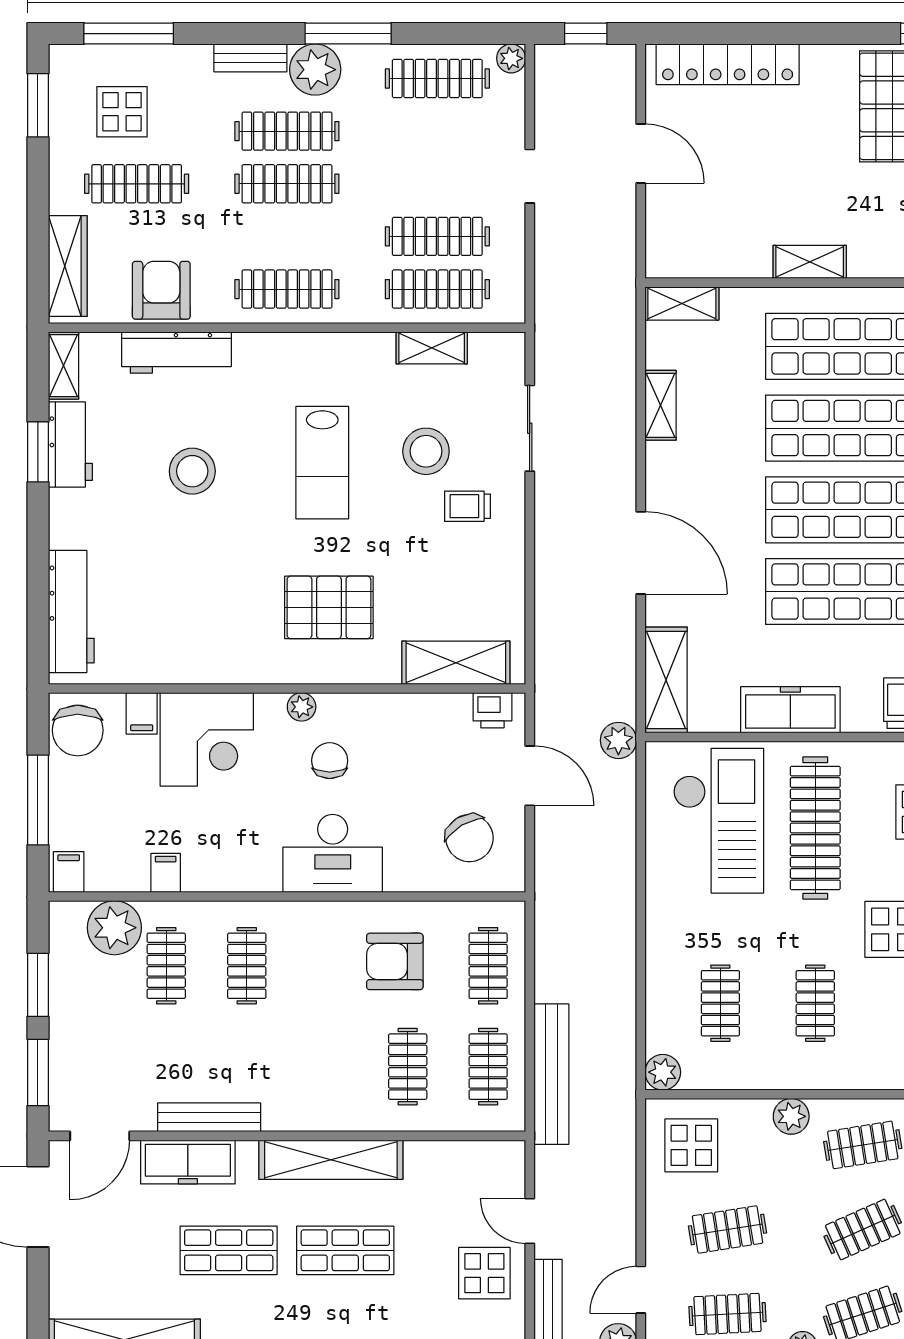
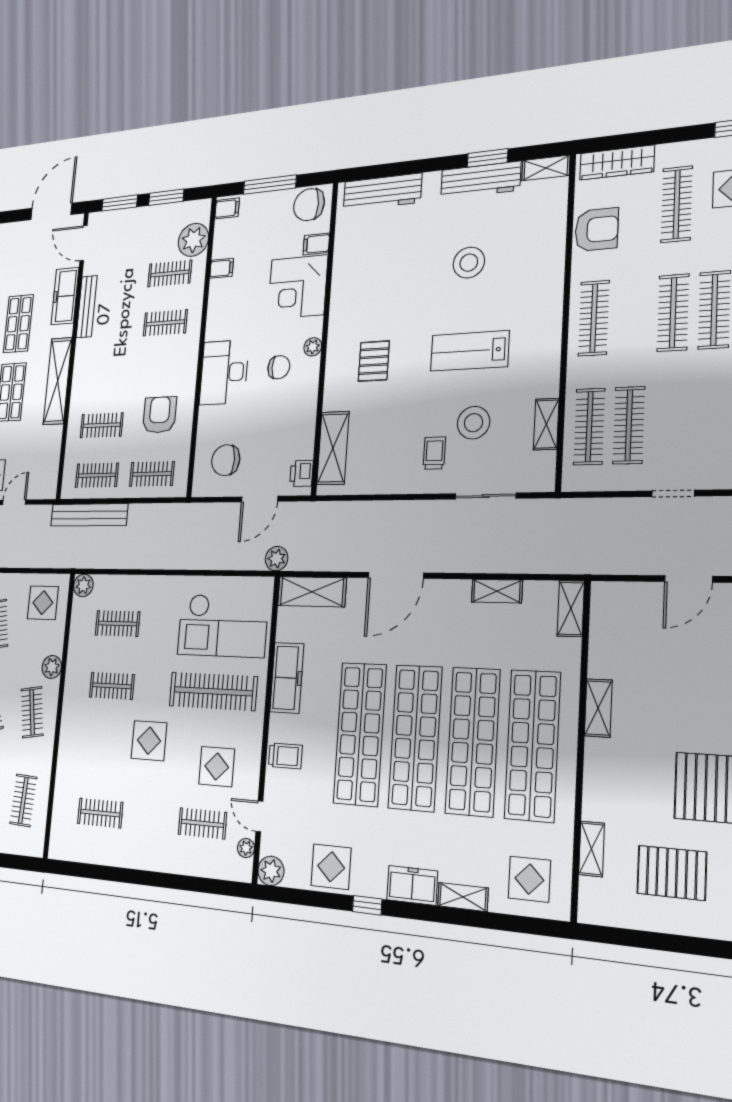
workbench: (176, 353) -> (551, 244), removed
workbench: (70, 445) -> (480, 180), width x1.38
pallet: (329, 607) -> (374, 361), width x0.67, depth x0.71
chair: (469, 838) -> (226, 460), turned 31

